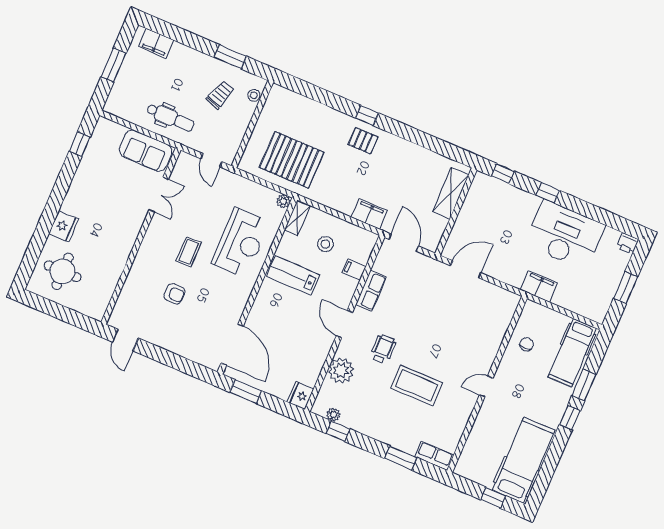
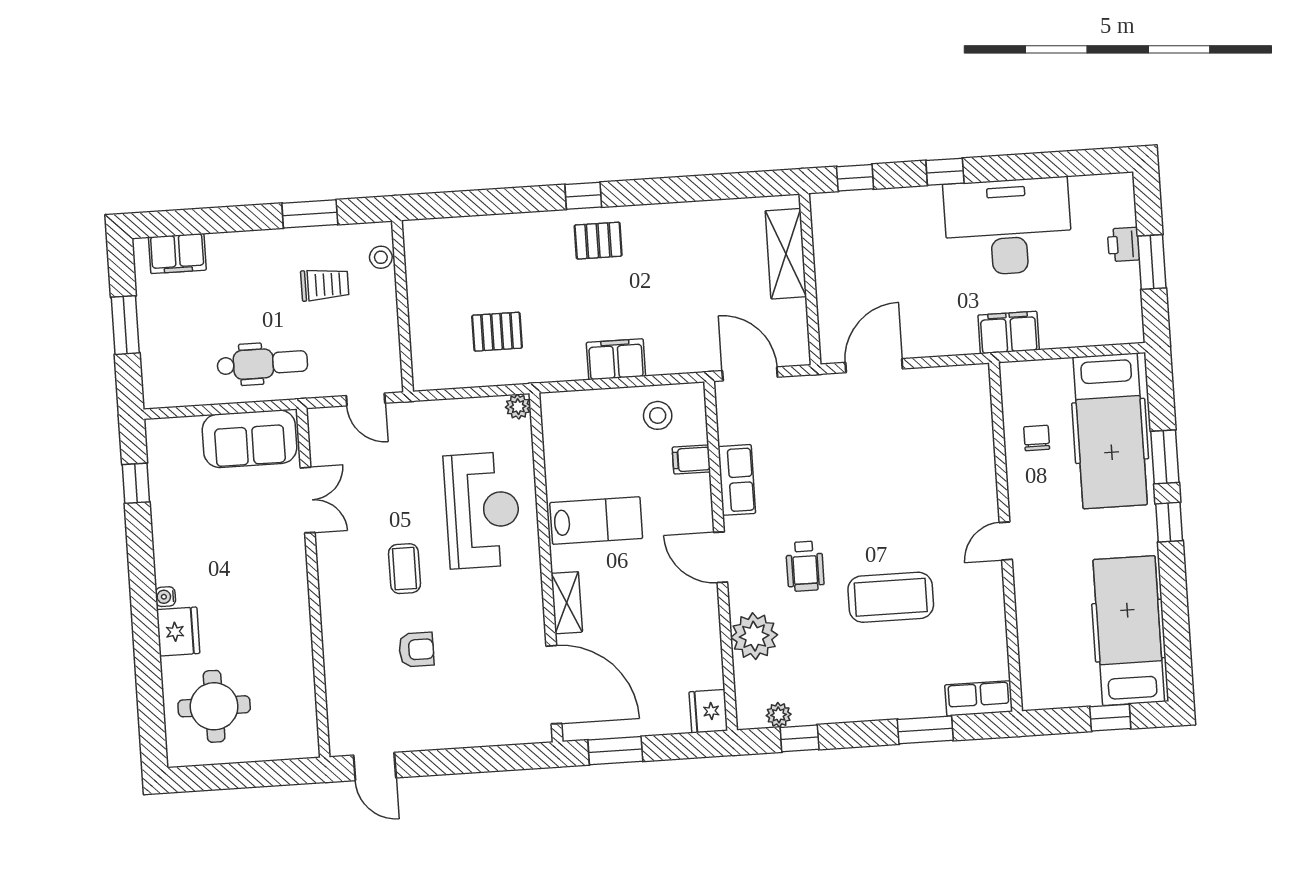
trolley: (220, 95) -> (325, 285), turned 72
pallet: (292, 160) -> (497, 332), width x0.49, depth x0.50
water cooler: (66, 206) -> (165, 597), added
filing cabinet: (369, 214) -> (616, 359), moved
shelving: (297, 218) -> (567, 603), moved
printer: (628, 243) -> (1123, 244), moved, turned 90
stool: (325, 244) -> (658, 415), moved
lab bench: (293, 276) -> (596, 521), turned 180
wheelchair: (383, 349) -> (805, 566), turned 180
hospital bed: (572, 353) -> (1110, 431), width x1.37, depth x1.29

